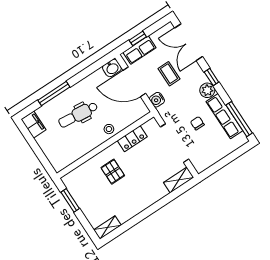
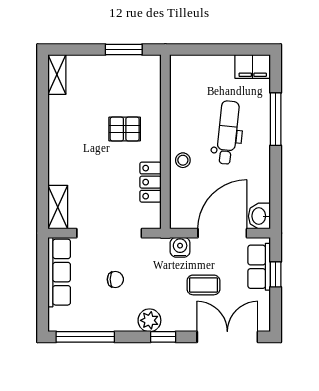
row of seats: (224, 116) -> (59, 272), moved, turned 90

